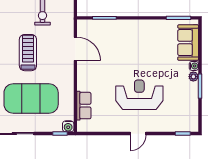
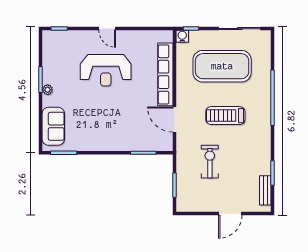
treadmill: (28, 53) -> (225, 116), turned 90
water cooler: (194, 66) -> (47, 101), removed
row of seats: (84, 106) -> (165, 74), width x2.02
door: (138, 134) -> (107, 29), swing flipped

